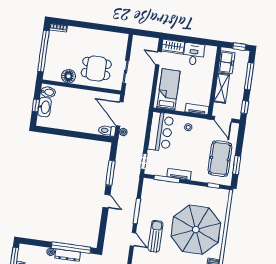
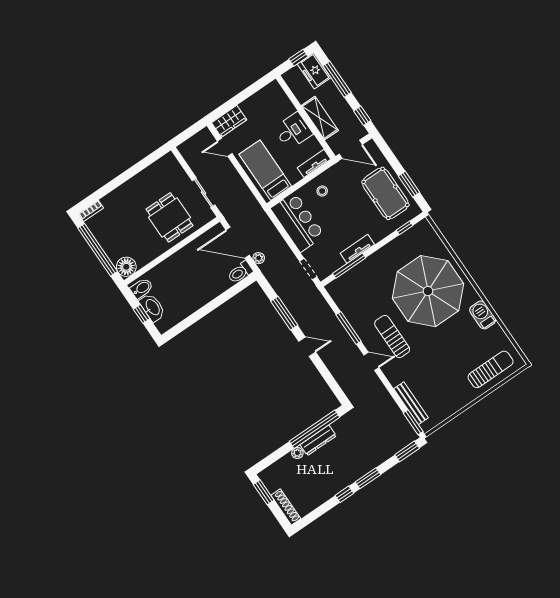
desk: (194, 54) -> (293, 131), moved, turned 90
freezer: (226, 62) -> (314, 71), moved, turned 180
dining table: (96, 68) -> (169, 217), turned 90
floor lamp: (69, 76) -> (126, 267), moved

